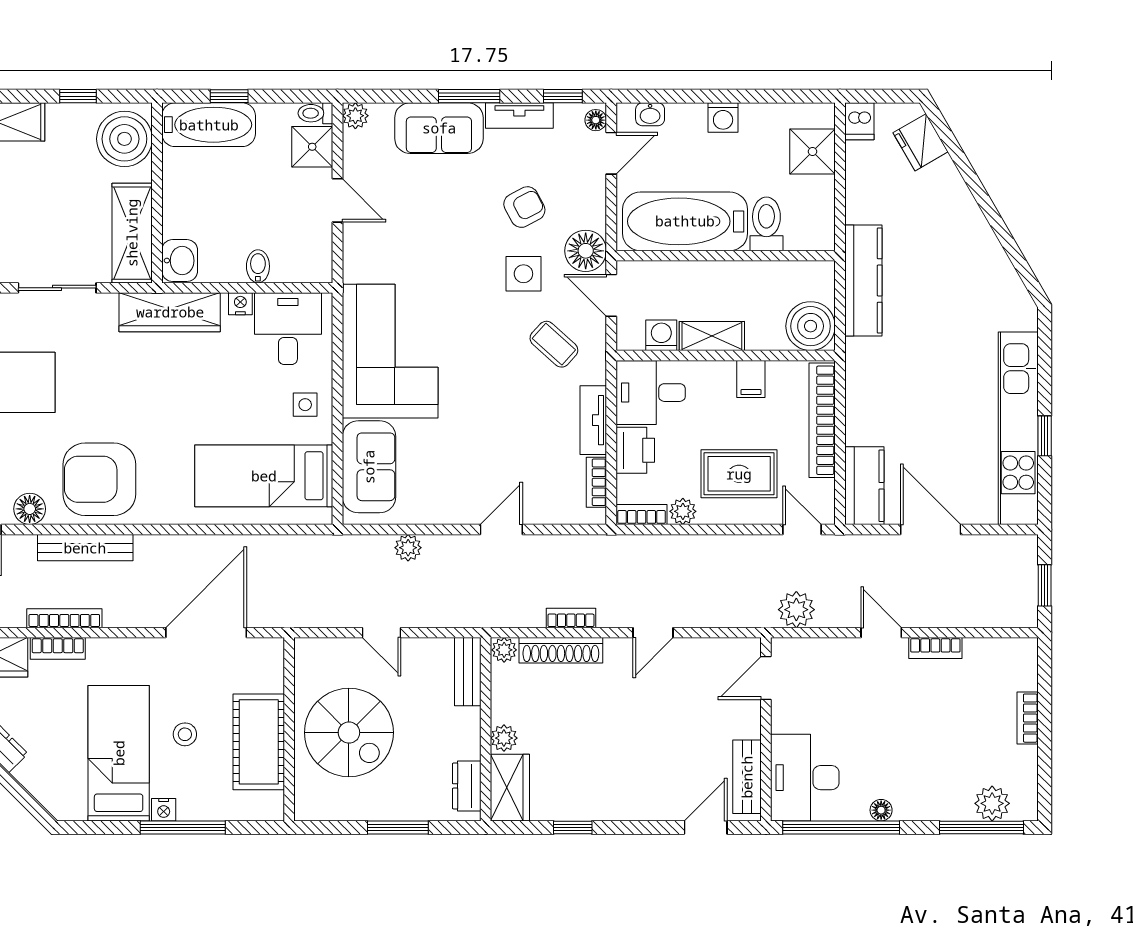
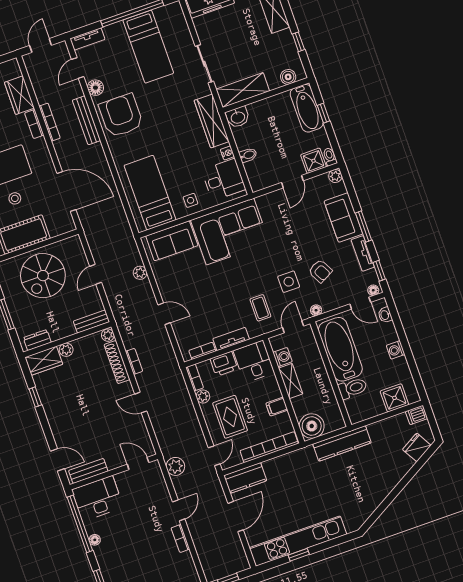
boiler: (124, 139) -> (288, 77), width x0.54, depth x0.54
floor lamp: (586, 251) -> (316, 310), width x0.53, depth x0.53
coffee table: (554, 344) -> (260, 308), turned -42

